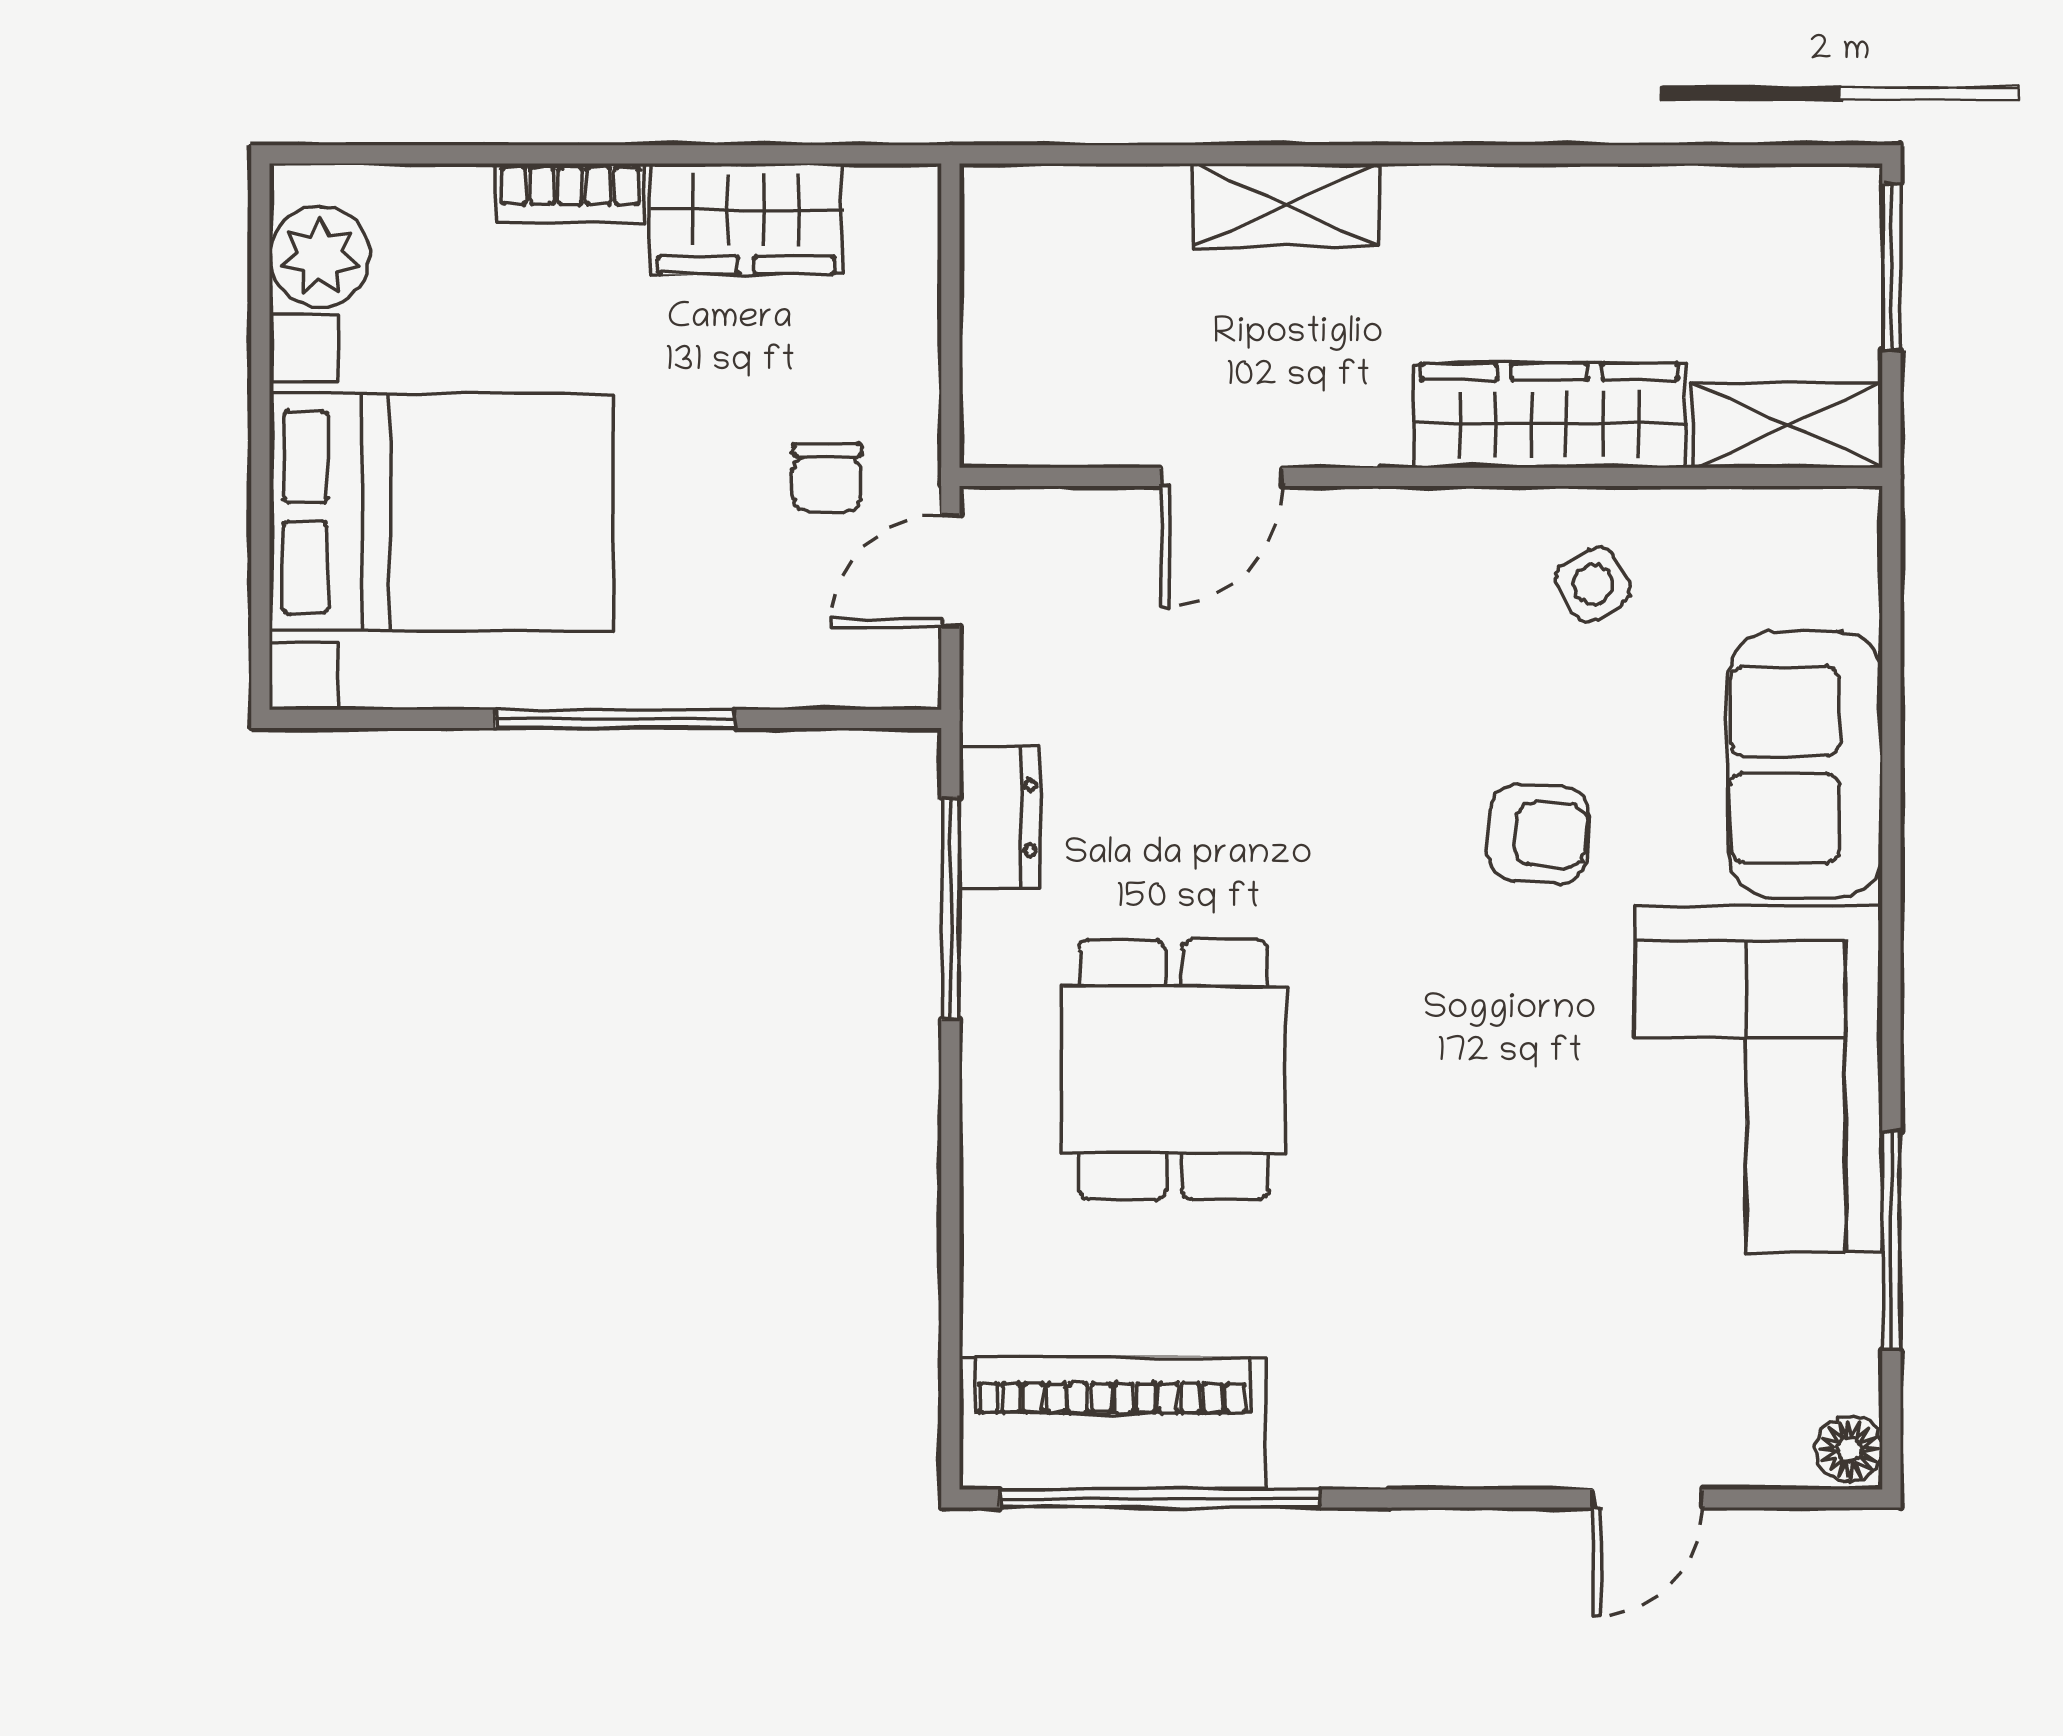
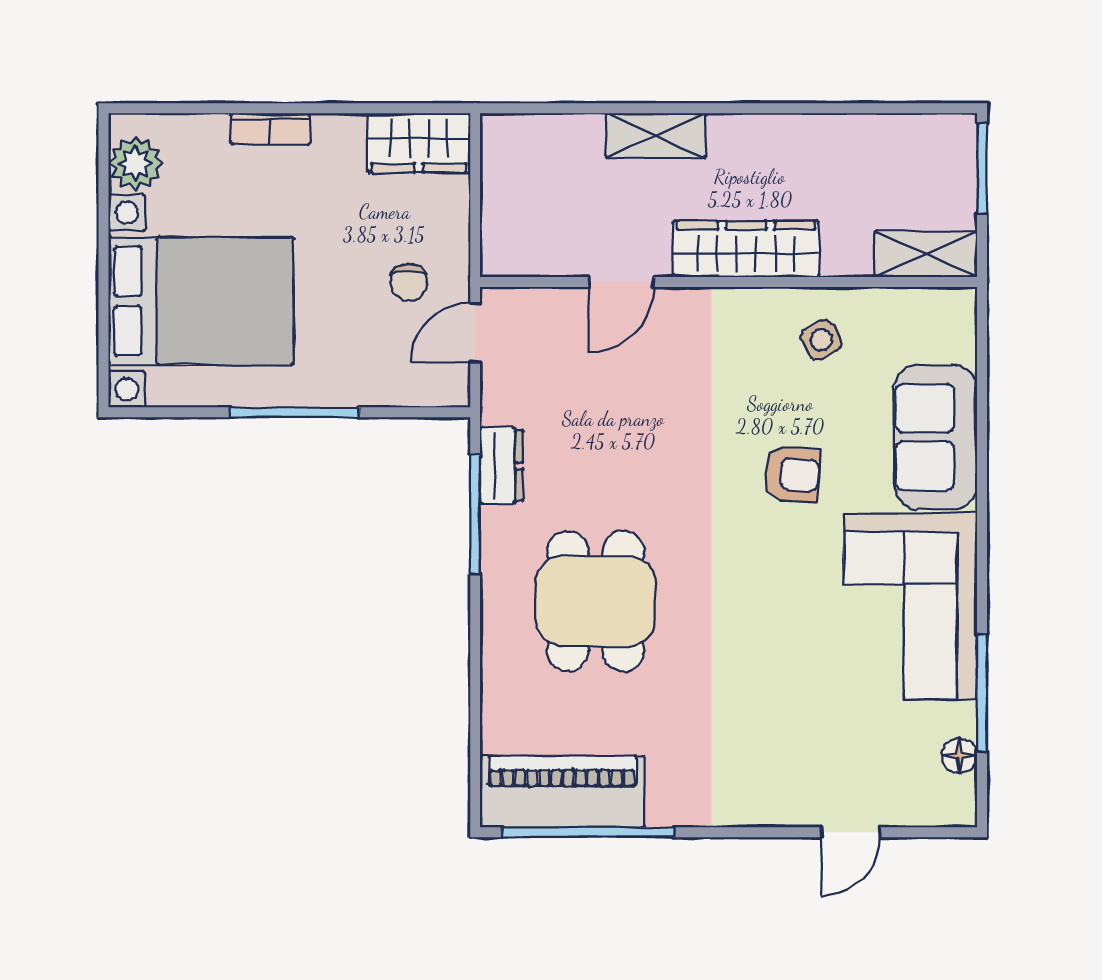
wardrobe: (746, 219) -> (419, 143), moved
wardrobe: (1549, 416) -> (746, 249), moved
floor lamp: (1849, 1449) -> (959, 756), moved

